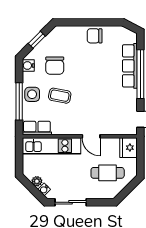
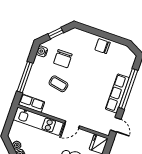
row of seats: (130, 66) -> (117, 93), moved
side table: (32, 94) -> (37, 75), removed
door: (91, 136) -> (72, 125), hinge flipped

